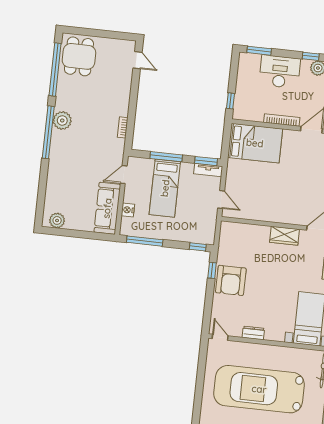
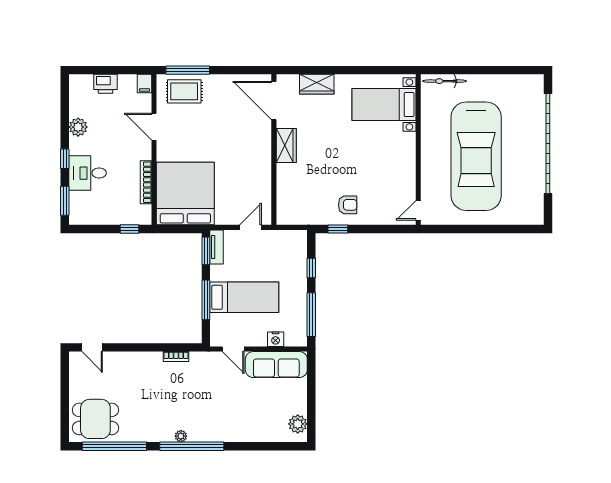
window: (311, 56) -> (65, 159), moved
door: (138, 60) -> (92, 347), swing flipped
desk: (280, 72) -> (88, 173), width x0.73
plant: (62, 120) -> (181, 436), width x0.53, depth x0.53
bookcase: (282, 120) -> (146, 182), moved
bed: (255, 143) -> (185, 194), width x1.36
window: (198, 247) -> (311, 268), moved
armchair: (231, 280) -> (348, 205), width x0.53, depth x0.53
dresser: (253, 333) -> (409, 171), removed

